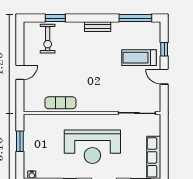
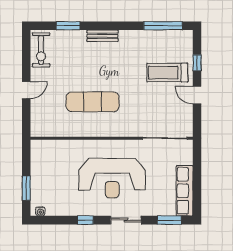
bench: (98, 27) -> (103, 36), moved
exercise bike: (48, 39) -> (41, 50), moved
exercise mat: (60, 103) -> (93, 102), moved, width x1.36, depth x1.45
window: (20, 141) -> (26, 188), moved

